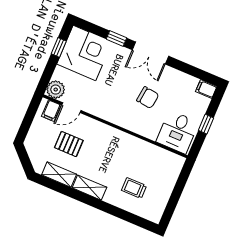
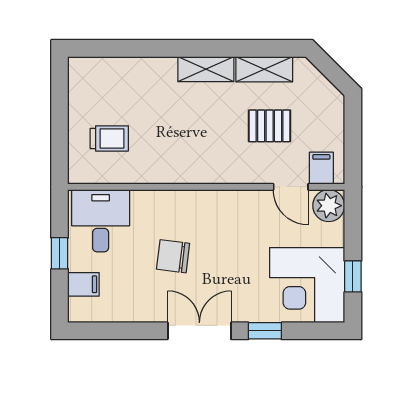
filing cabinet: (206, 89) -> (83, 284), moved
door: (71, 108) -> (291, 187), swing flipped
trolley: (134, 188) -> (109, 138), moved

